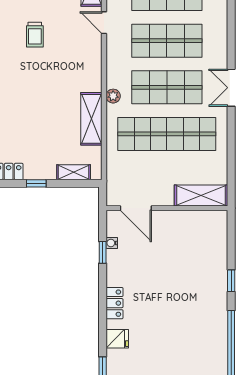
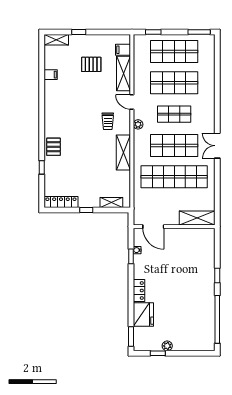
trolley: (35, 35) -> (108, 121), moved
shop shelf: (167, 41) -> (174, 114), width x0.70, depth x0.74
plant: (113, 96) -> (138, 124), moved
shelving: (91, 119) -> (123, 152), moved
fridge: (117, 339) -> (143, 314), width x1.88, depth x1.34

